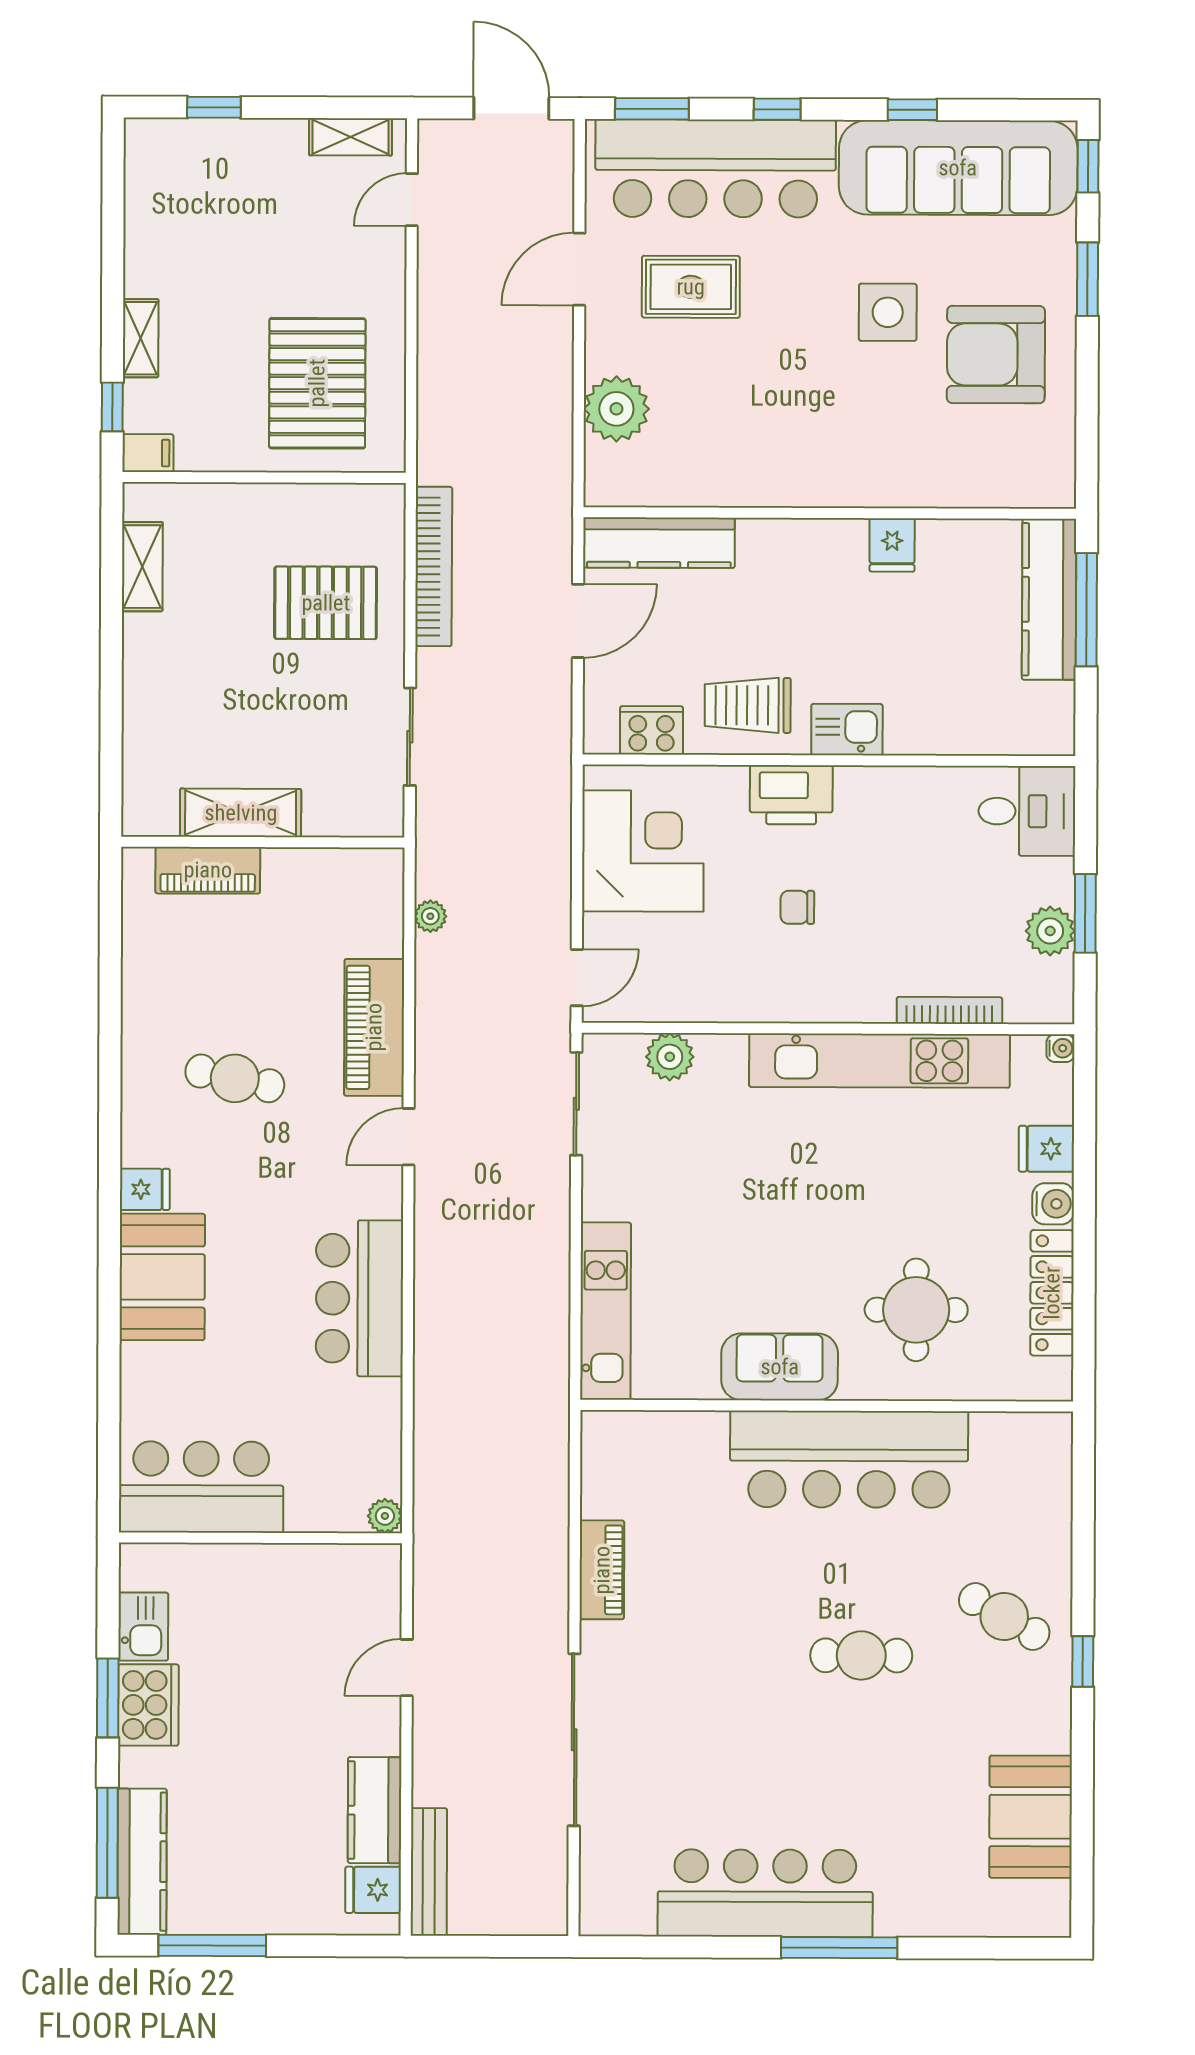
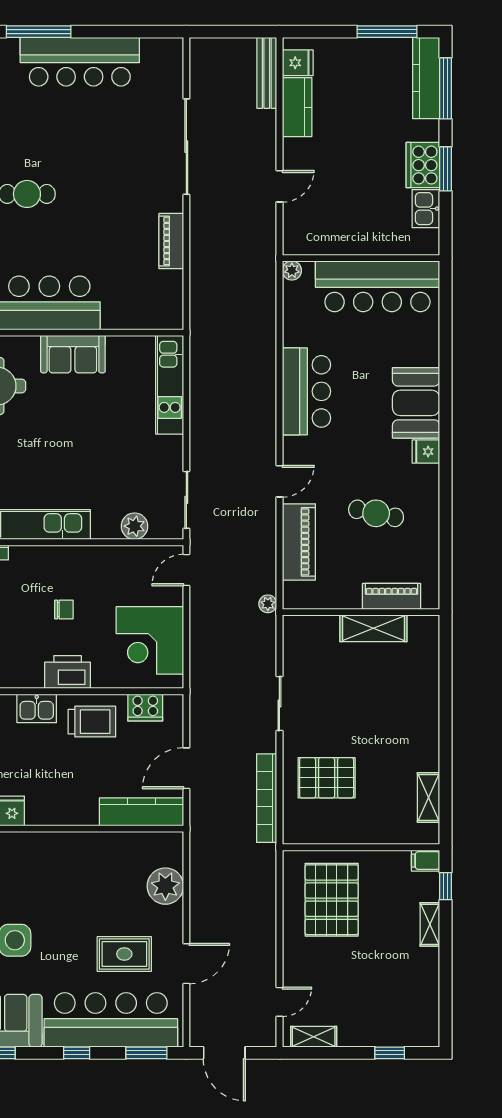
shelving: (241, 813) -> (373, 628), moved
wall: (263, 842) -> (361, 612), moved
piano: (208, 870) -> (392, 596), moved
bar counter: (201, 1487) -> (377, 286), width x1.36

